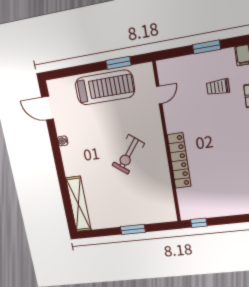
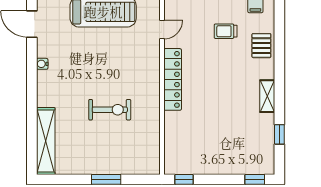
exercise bike: (128, 155) -> (110, 110), moved, turned -128
locker: (179, 161) -> (173, 79), moved

